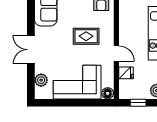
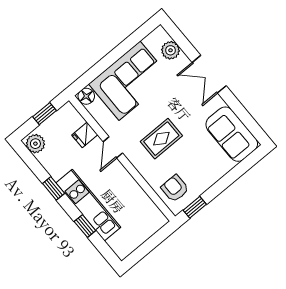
double door: (31, 50) -> (209, 74), swing flipped
door: (116, 53) -> (113, 147), hinge flipped

